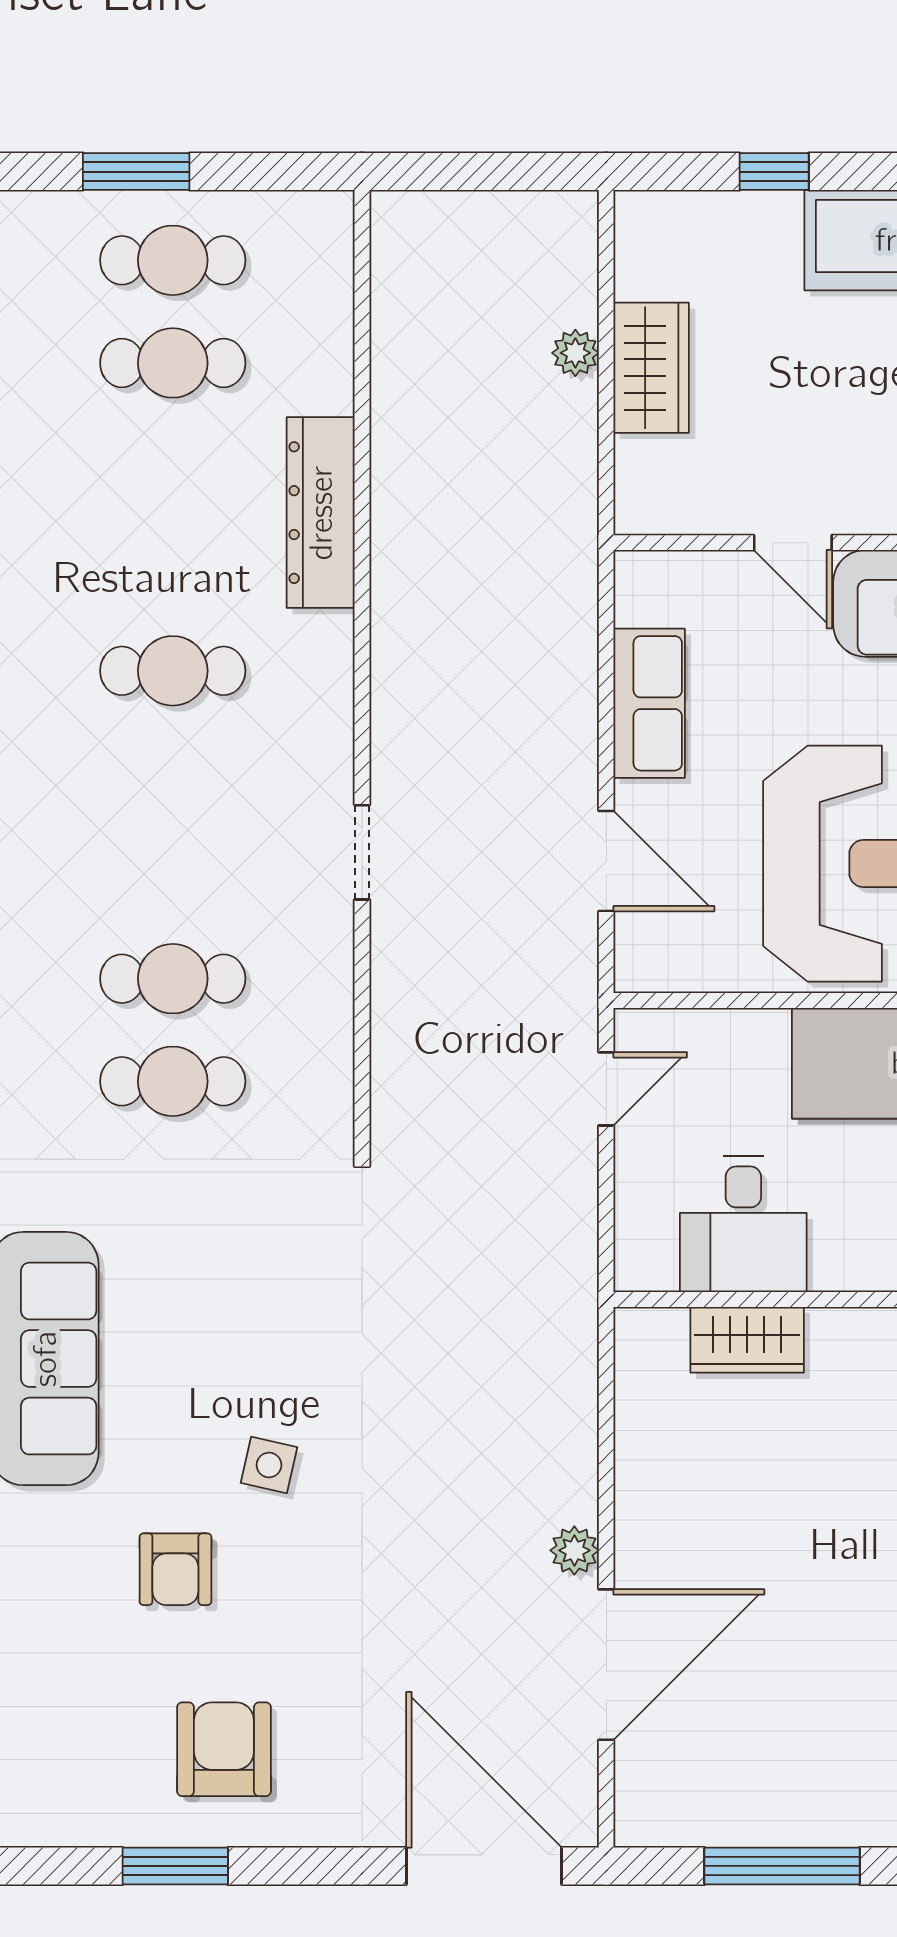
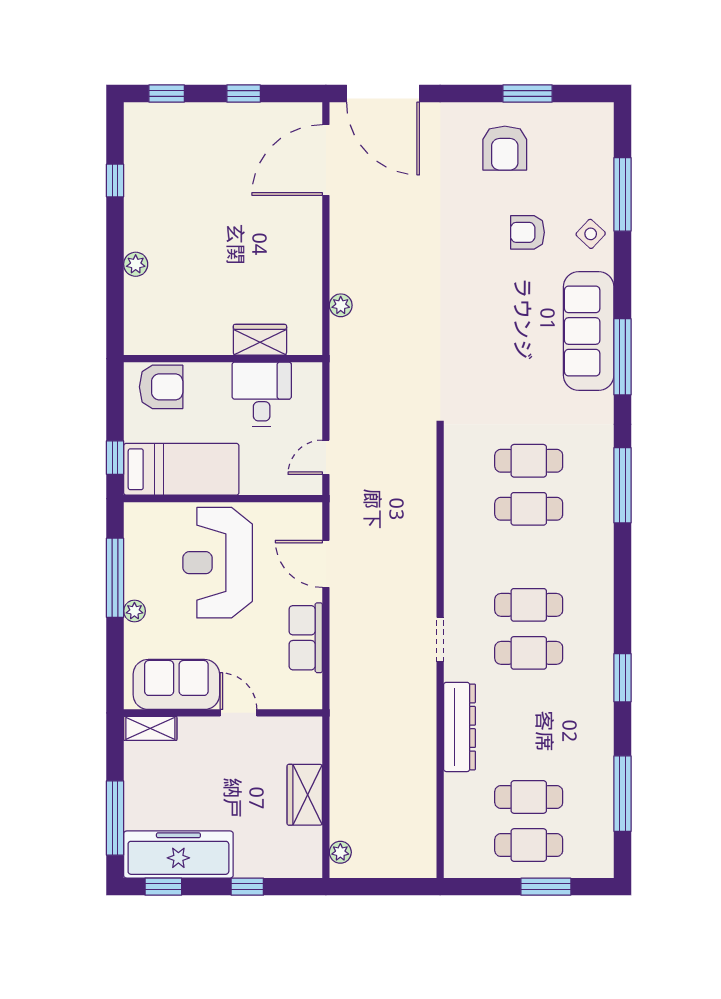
plant: (575, 353) -> (340, 852), moved
cafe table: (173, 773) -> (529, 605), added
doorway: (362, 852) -> (440, 640), moved
side table: (269, 1465) -> (591, 234), moved, turned 30
plant: (574, 1550) -> (341, 305), moved
armchair: (175, 1569) -> (527, 232), turned -90
door: (606, 1665) -> (326, 160), moved
window: (782, 1866) -> (244, 94), width x0.46

